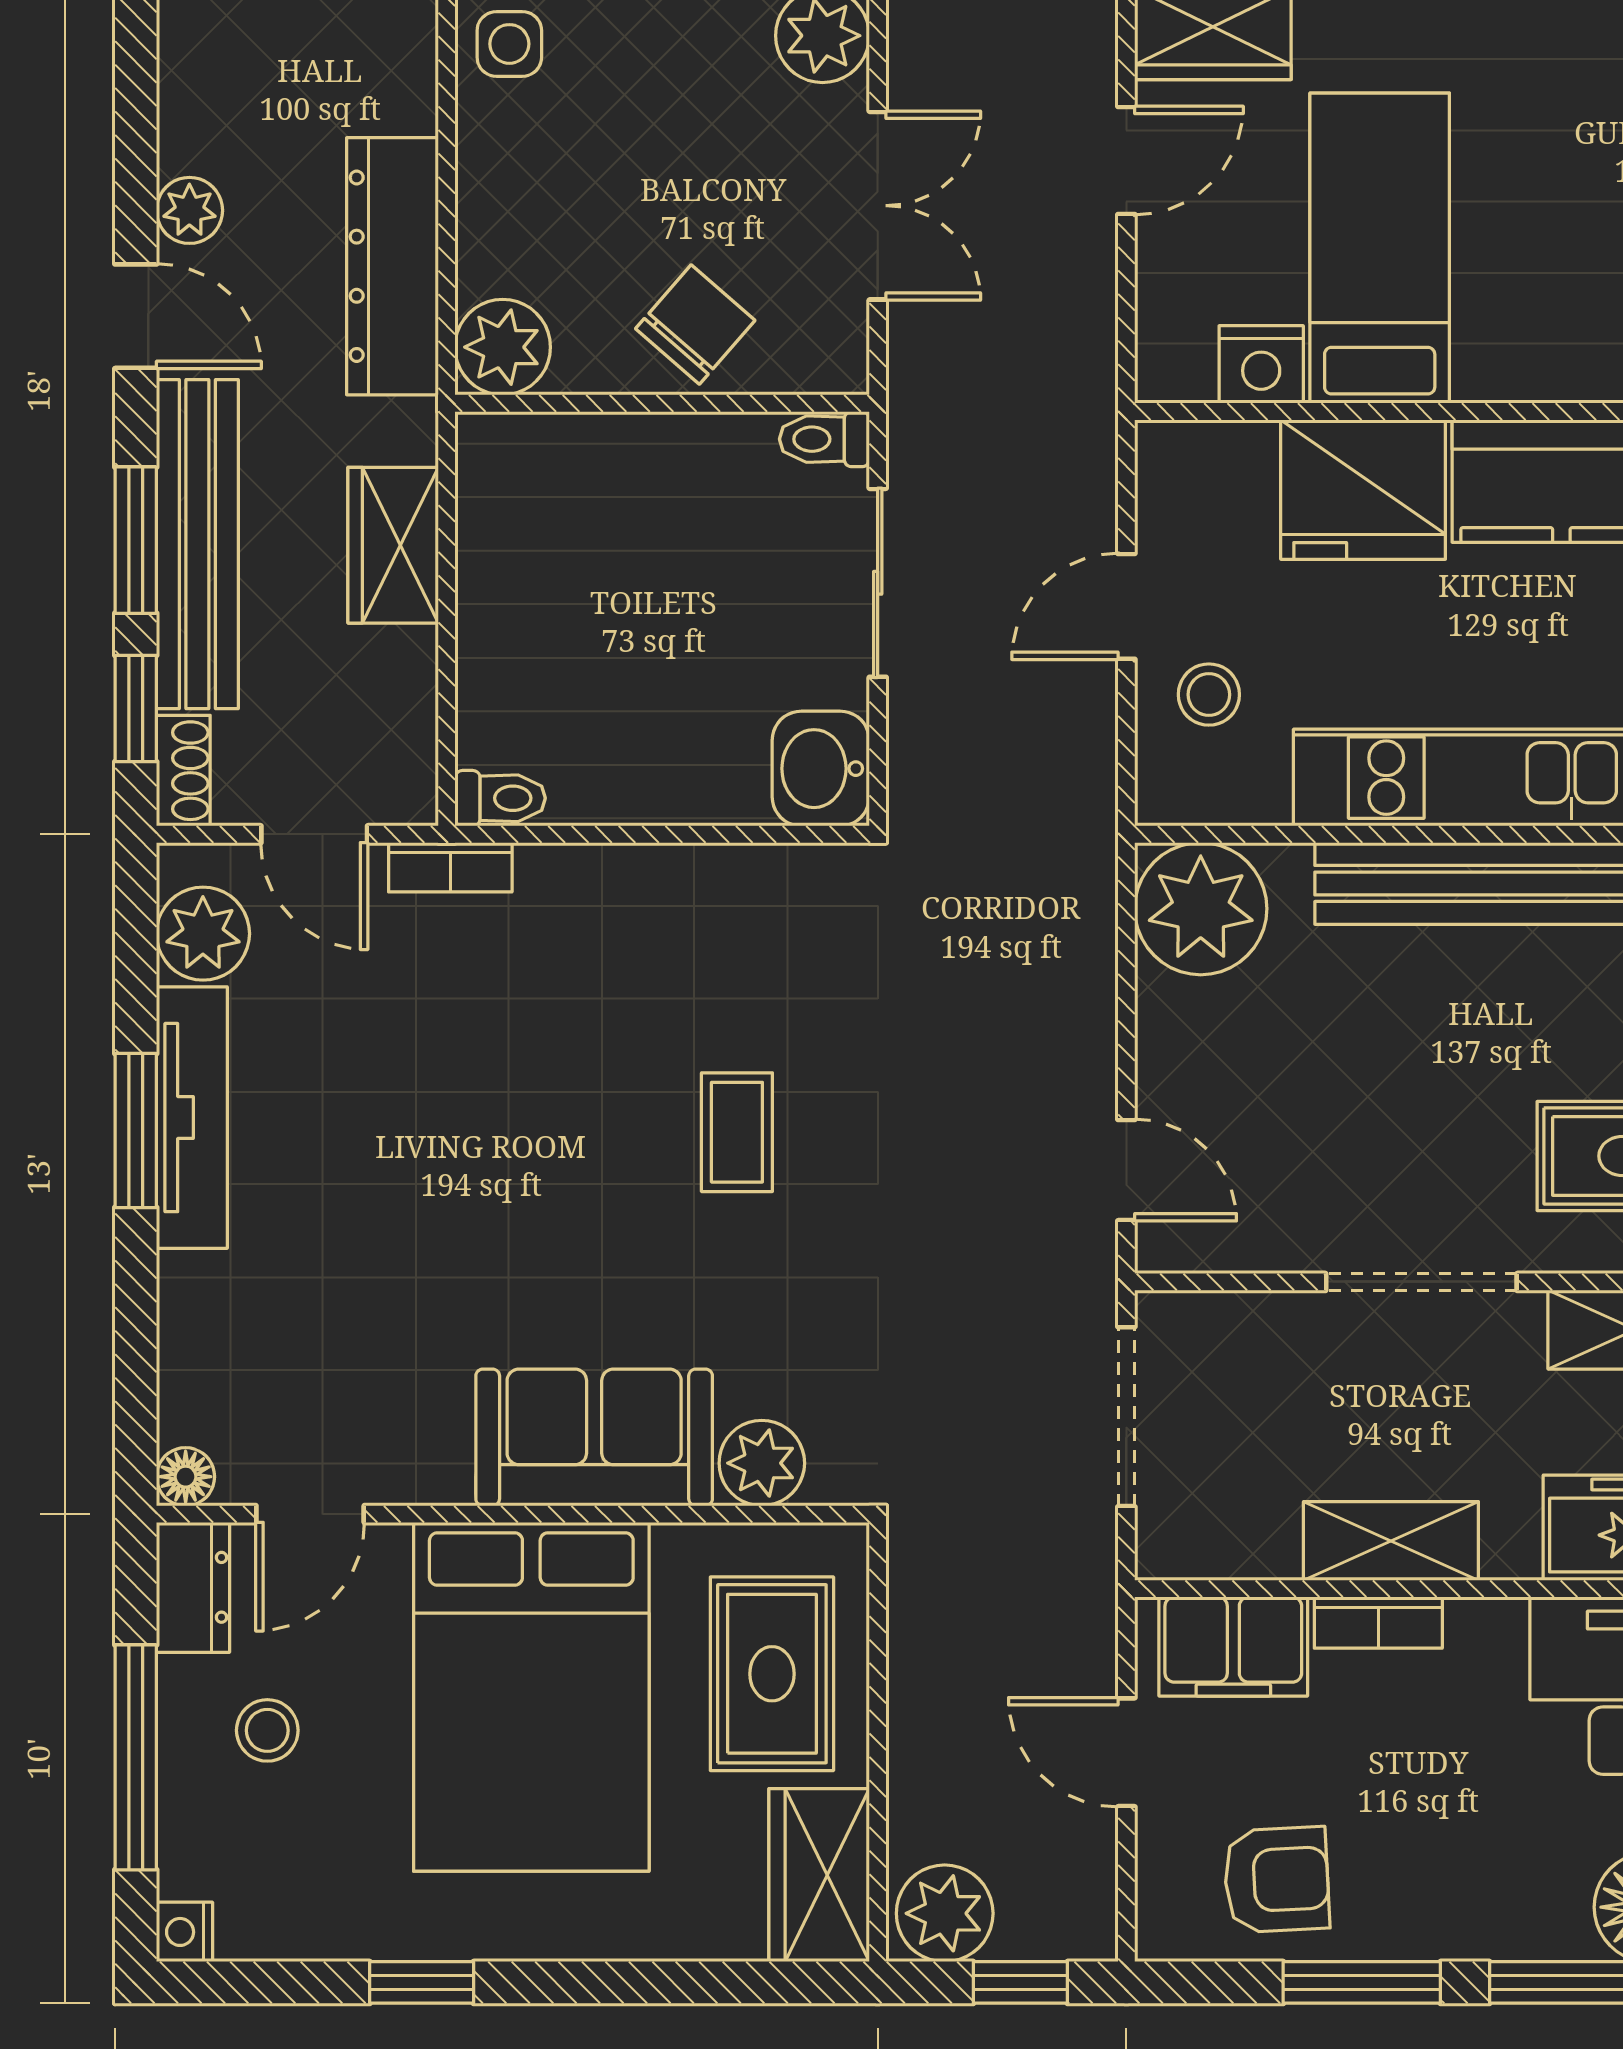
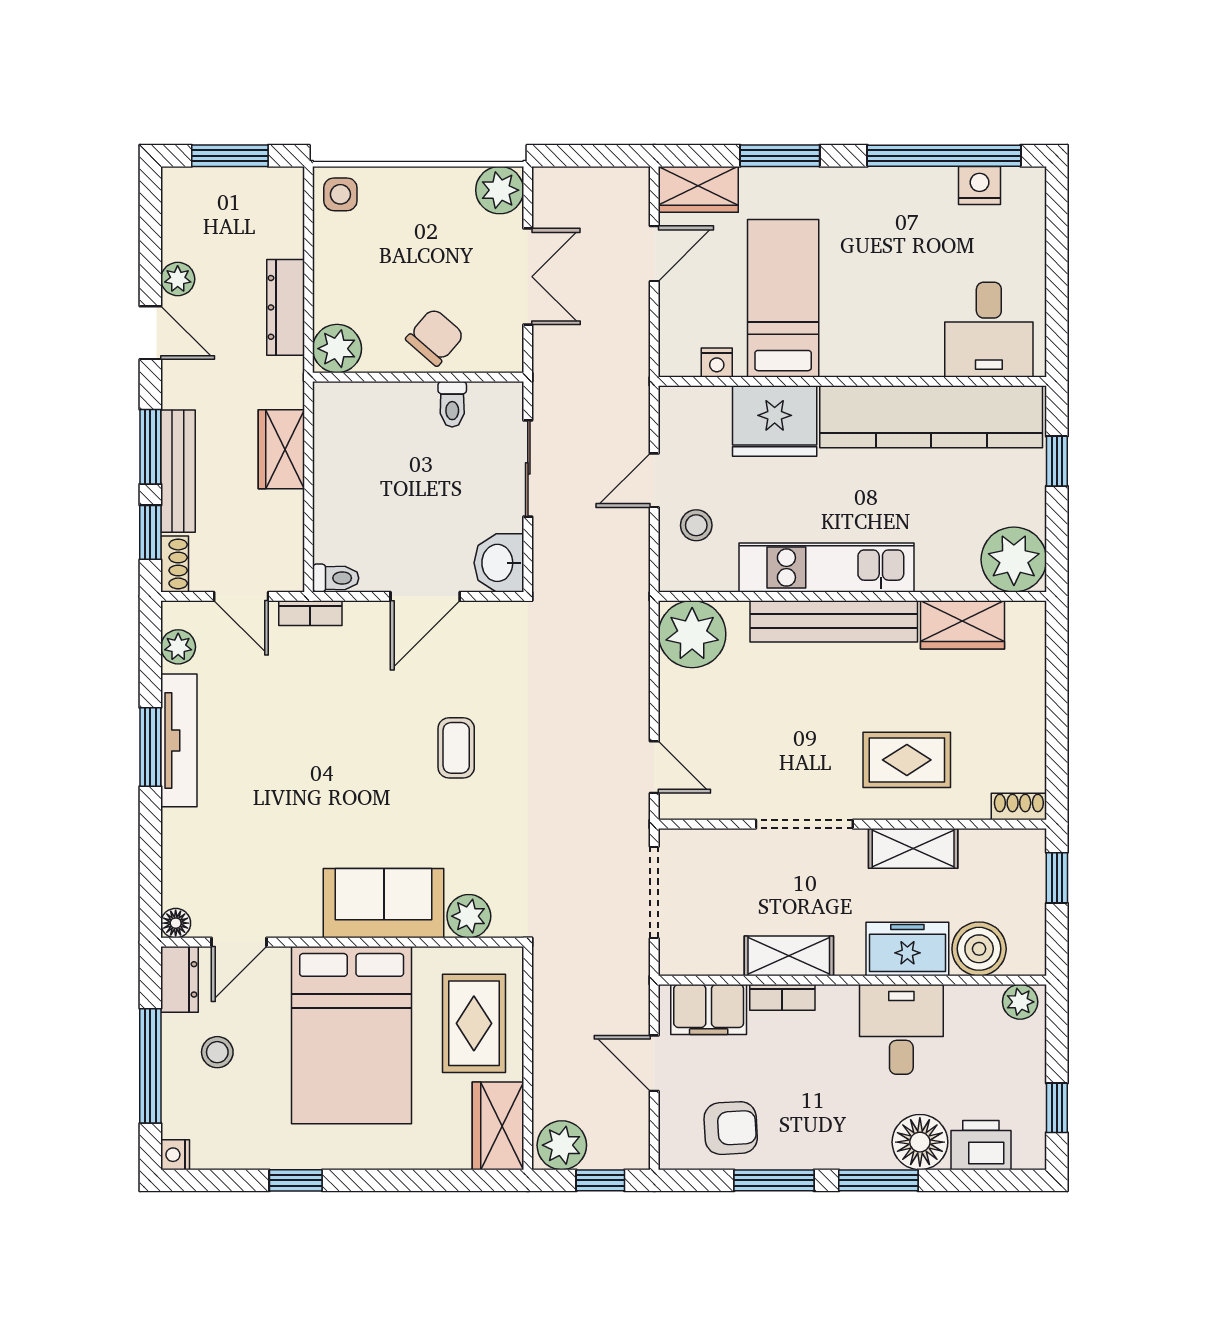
dresser: (392, 266) -> (286, 307), width x0.73, depth x0.80
nightstand: (1261, 364) -> (717, 363), width x0.72, depth x0.74
toilet: (824, 439) -> (452, 404), moved, turned -90
bench: (197, 544) -> (178, 471), width x0.73, depth x0.82
door: (676, 834) -> (425, 596), added
plant: (203, 934) -> (178, 647), width x0.73, depth x0.73

